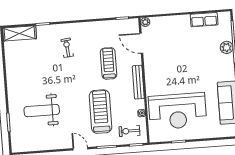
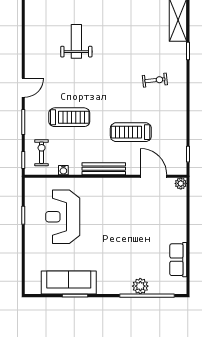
door: (141, 43) -> (154, 176), hinge flipped
treadmill: (109, 63) -> (131, 132), turned 180
weight bench: (42, 111) -> (76, 41), width x0.73, depth x0.75
reception desk: (178, 111) -> (63, 217), width x0.74, depth x0.77
treadmill: (100, 112) -> (69, 117), width x0.73, depth x0.73

